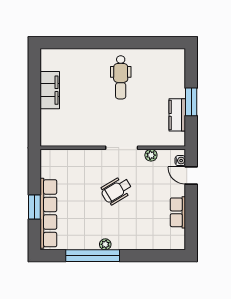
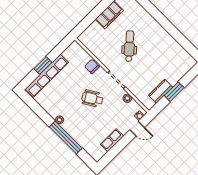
dental chair: (121, 77) -> (129, 46), moved, turned 138
chair: (84, 159) -> (92, 67), added
door: (191, 175) -> (137, 129), swing flipped
window: (93, 256) -> (66, 137), moved

